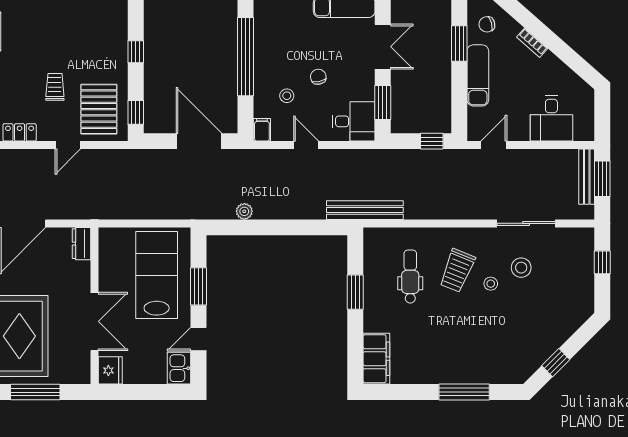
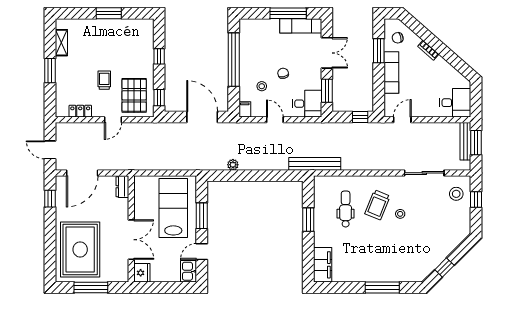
desk: (551, 118) -> (455, 103), moved, turned -90
stool: (521, 268) -> (456, 194), moved

